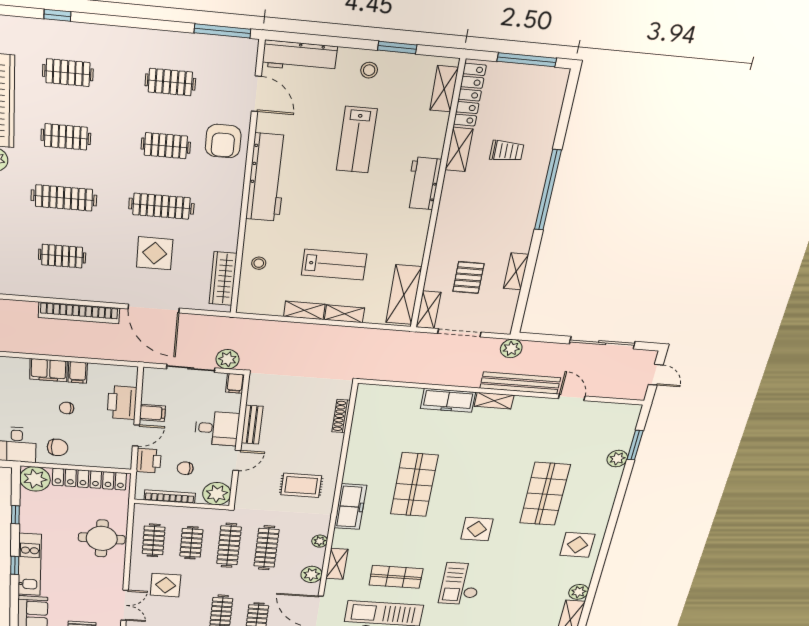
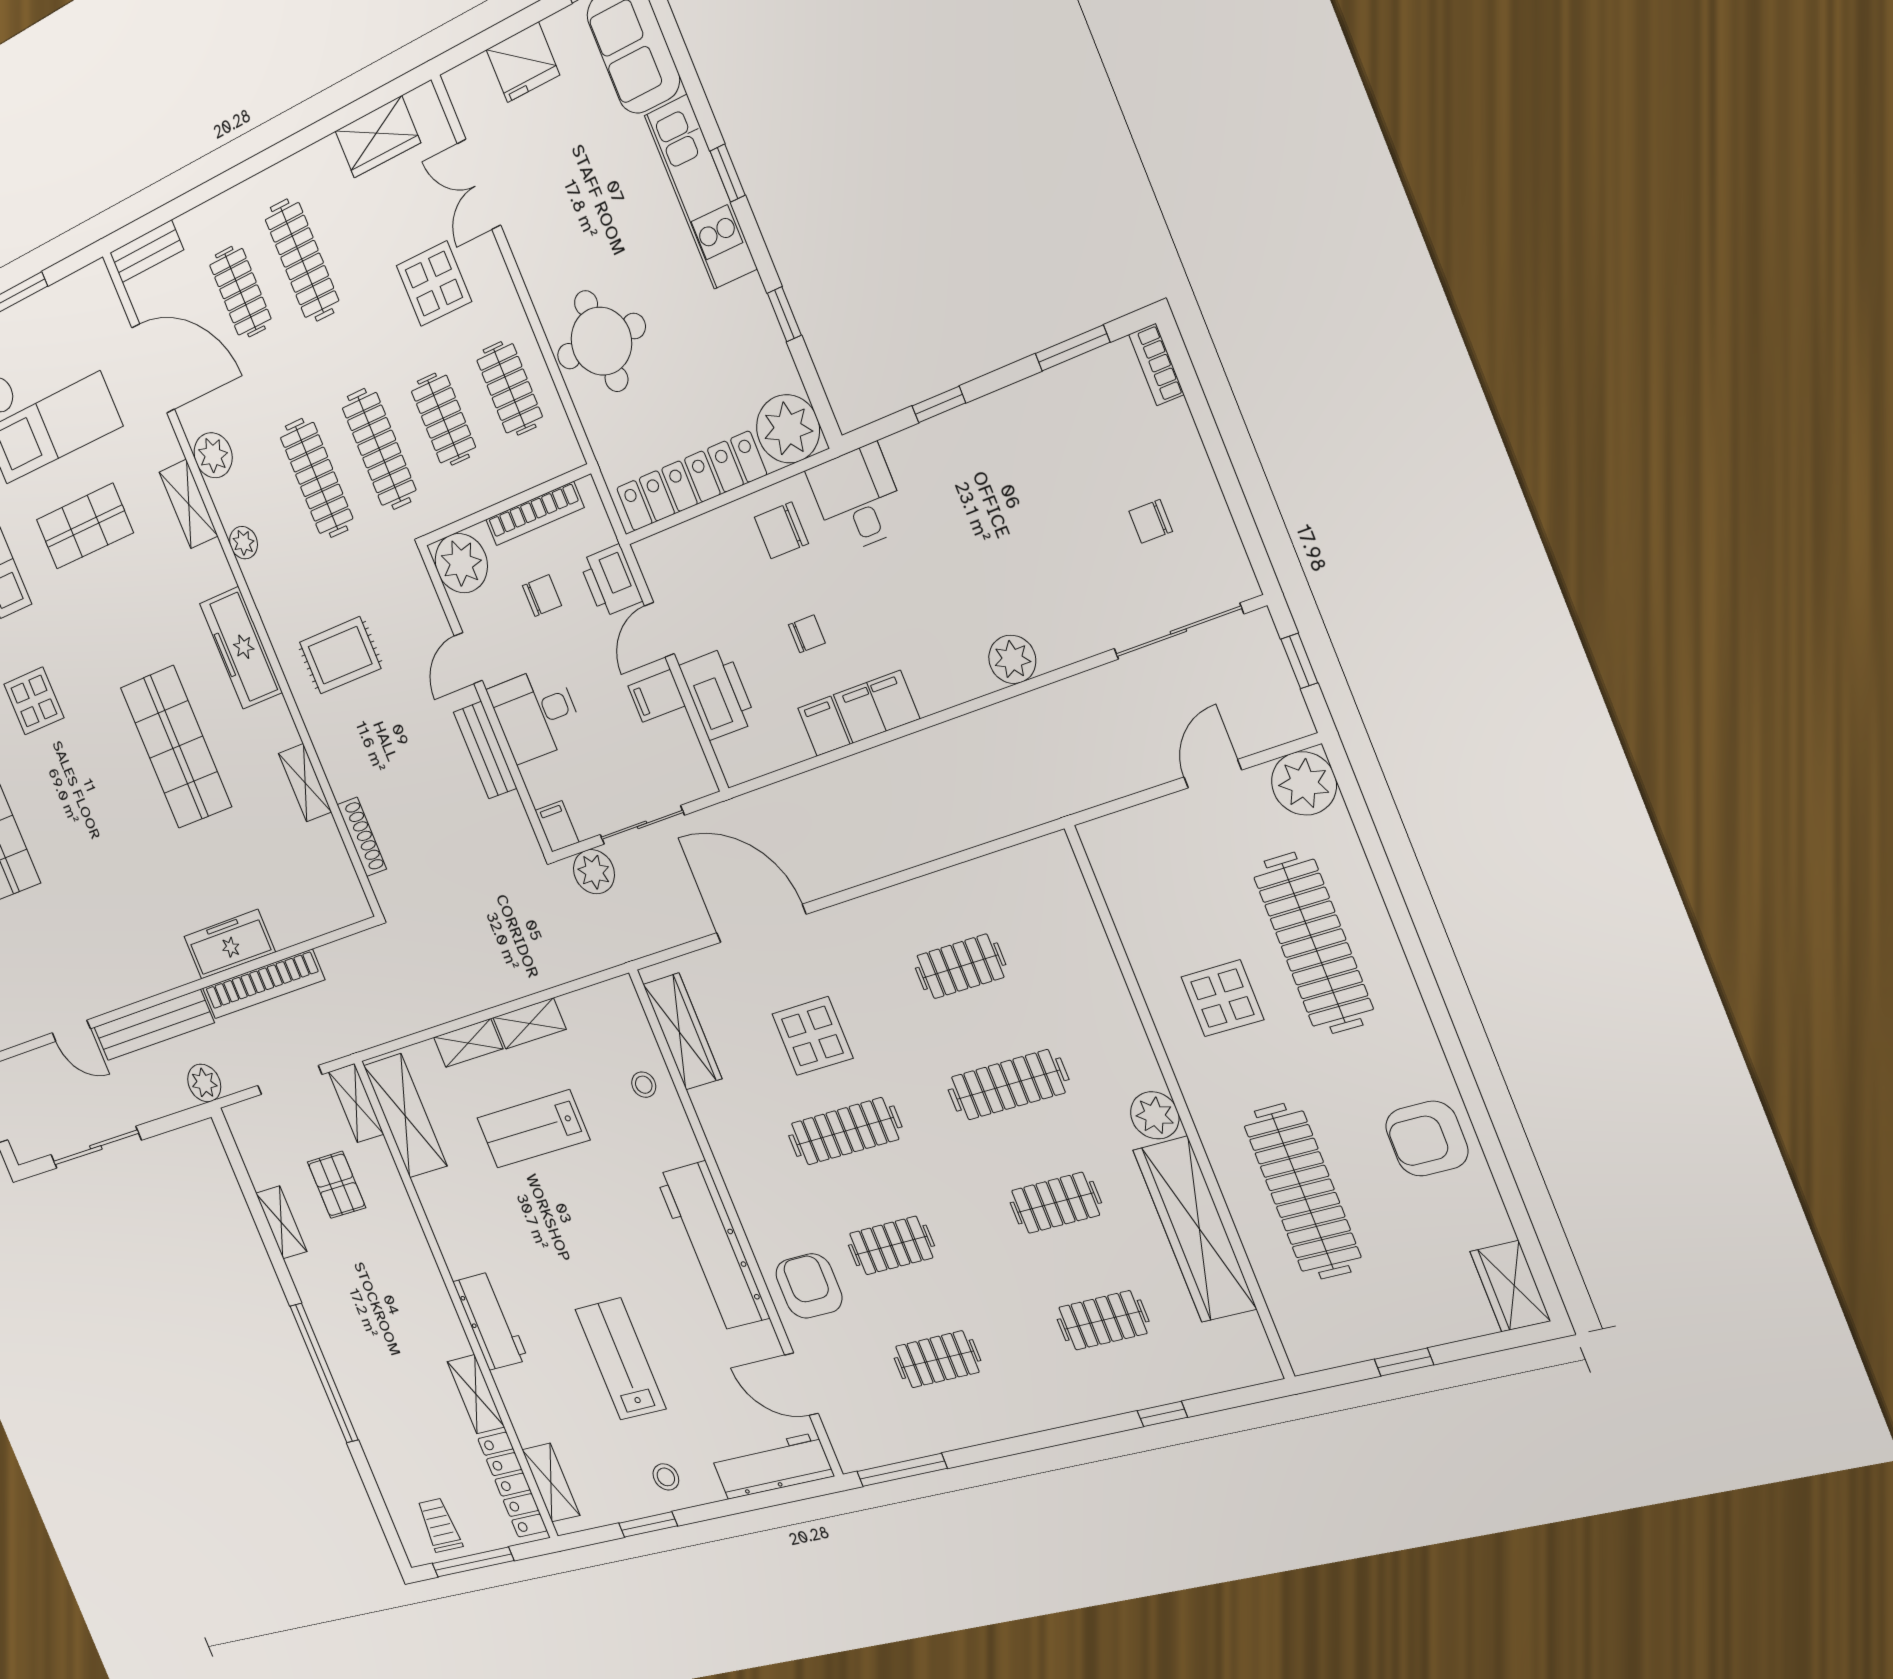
trolley: (507, 151) -> (440, 1525), moved, turned 90
bookcase: (79, 313) -> (263, 984), moved, turned 180
shelving: (494, 401) -> (305, 783), moved, turned 90

